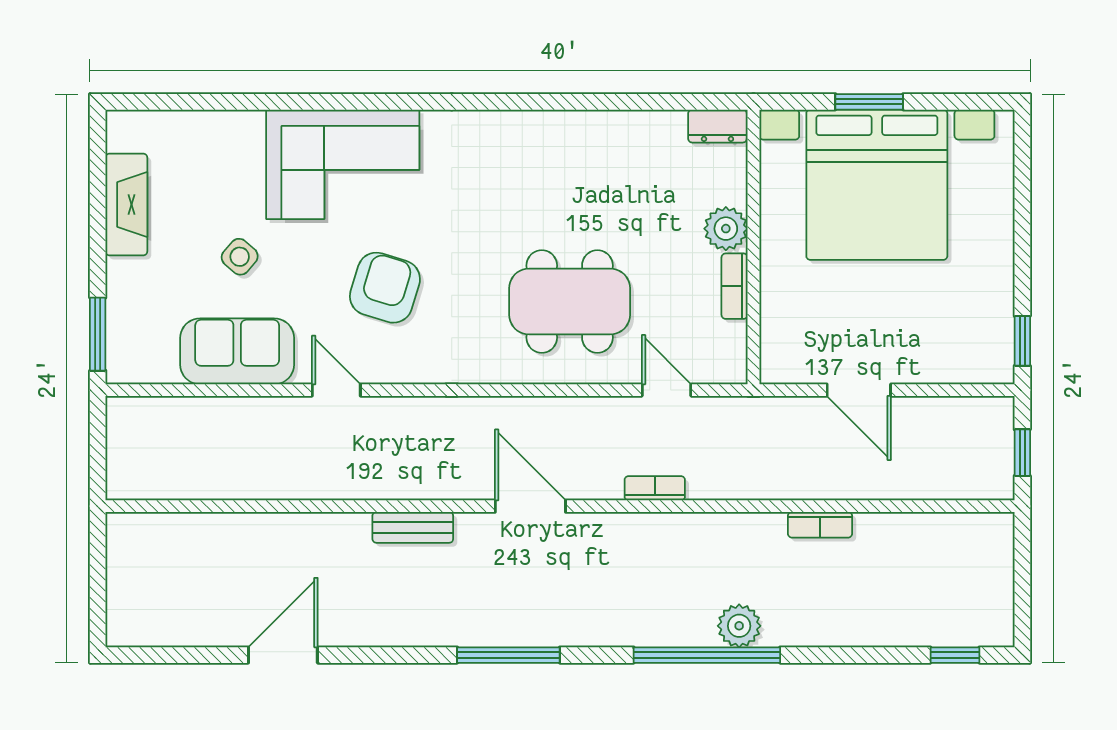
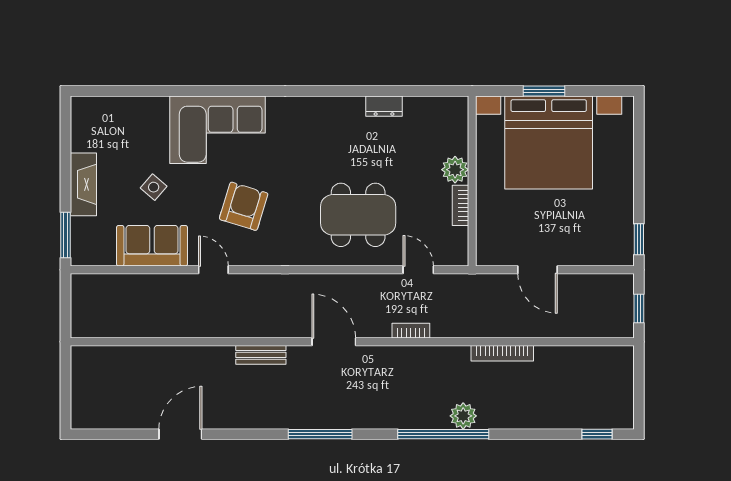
dresser: (717, 126) -> (384, 106), moved
fireplace: (126, 204) -> (83, 184), moved
bookcase: (820, 525) -> (502, 353), width x1.56

